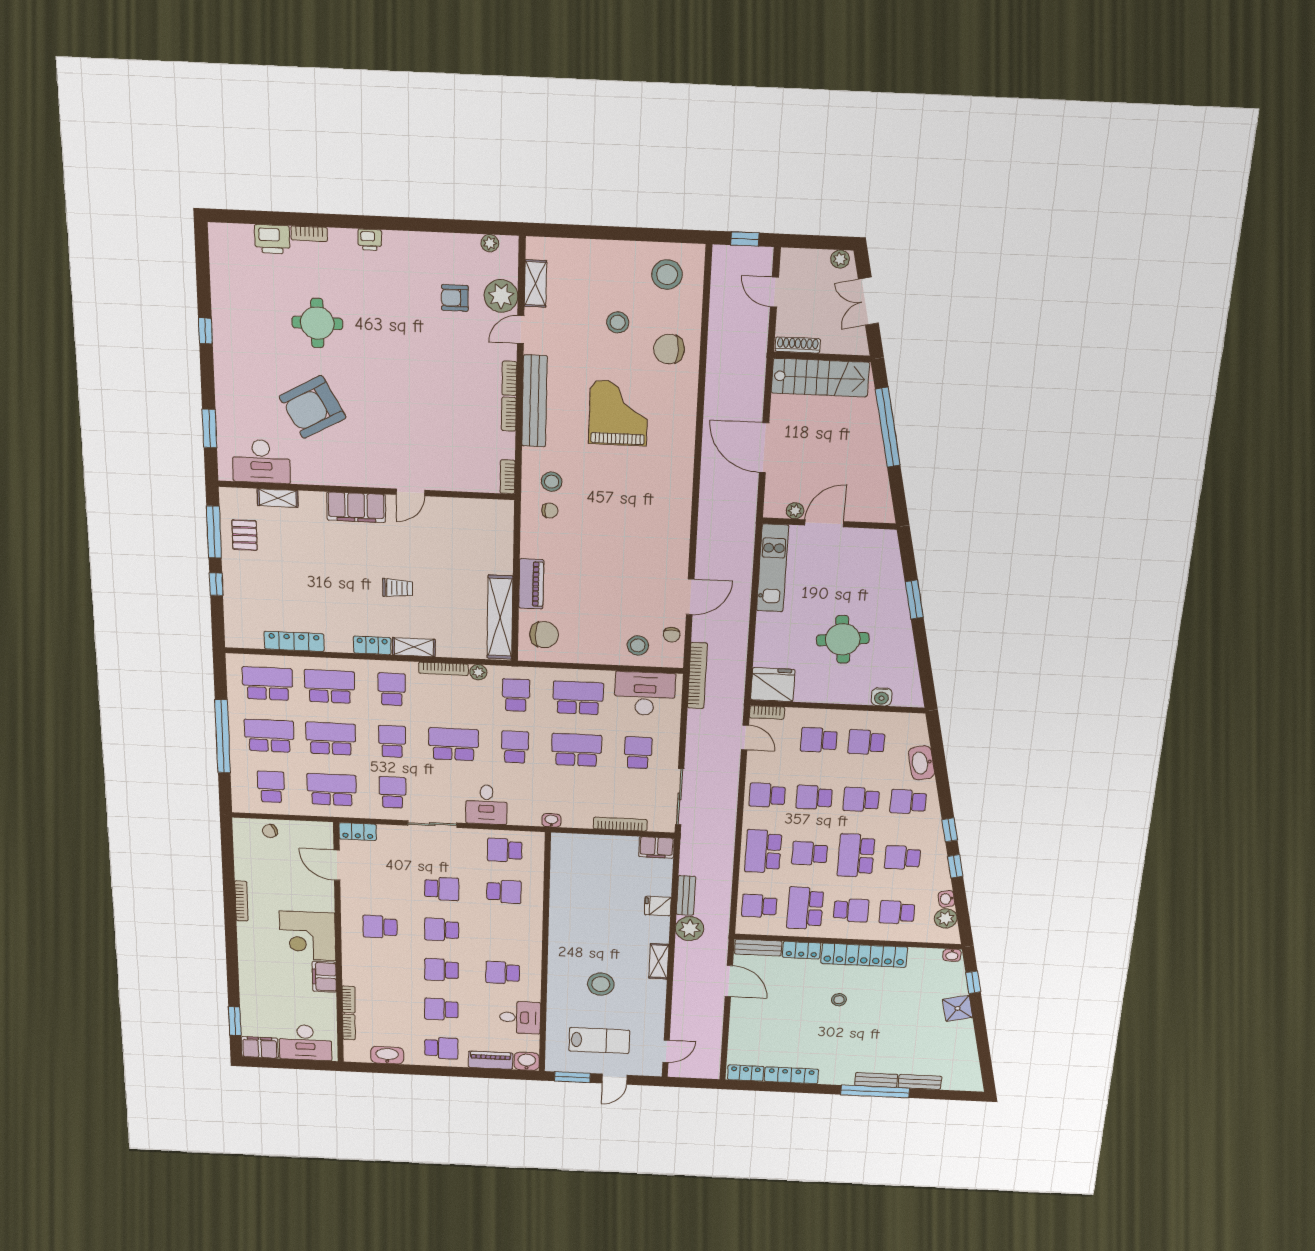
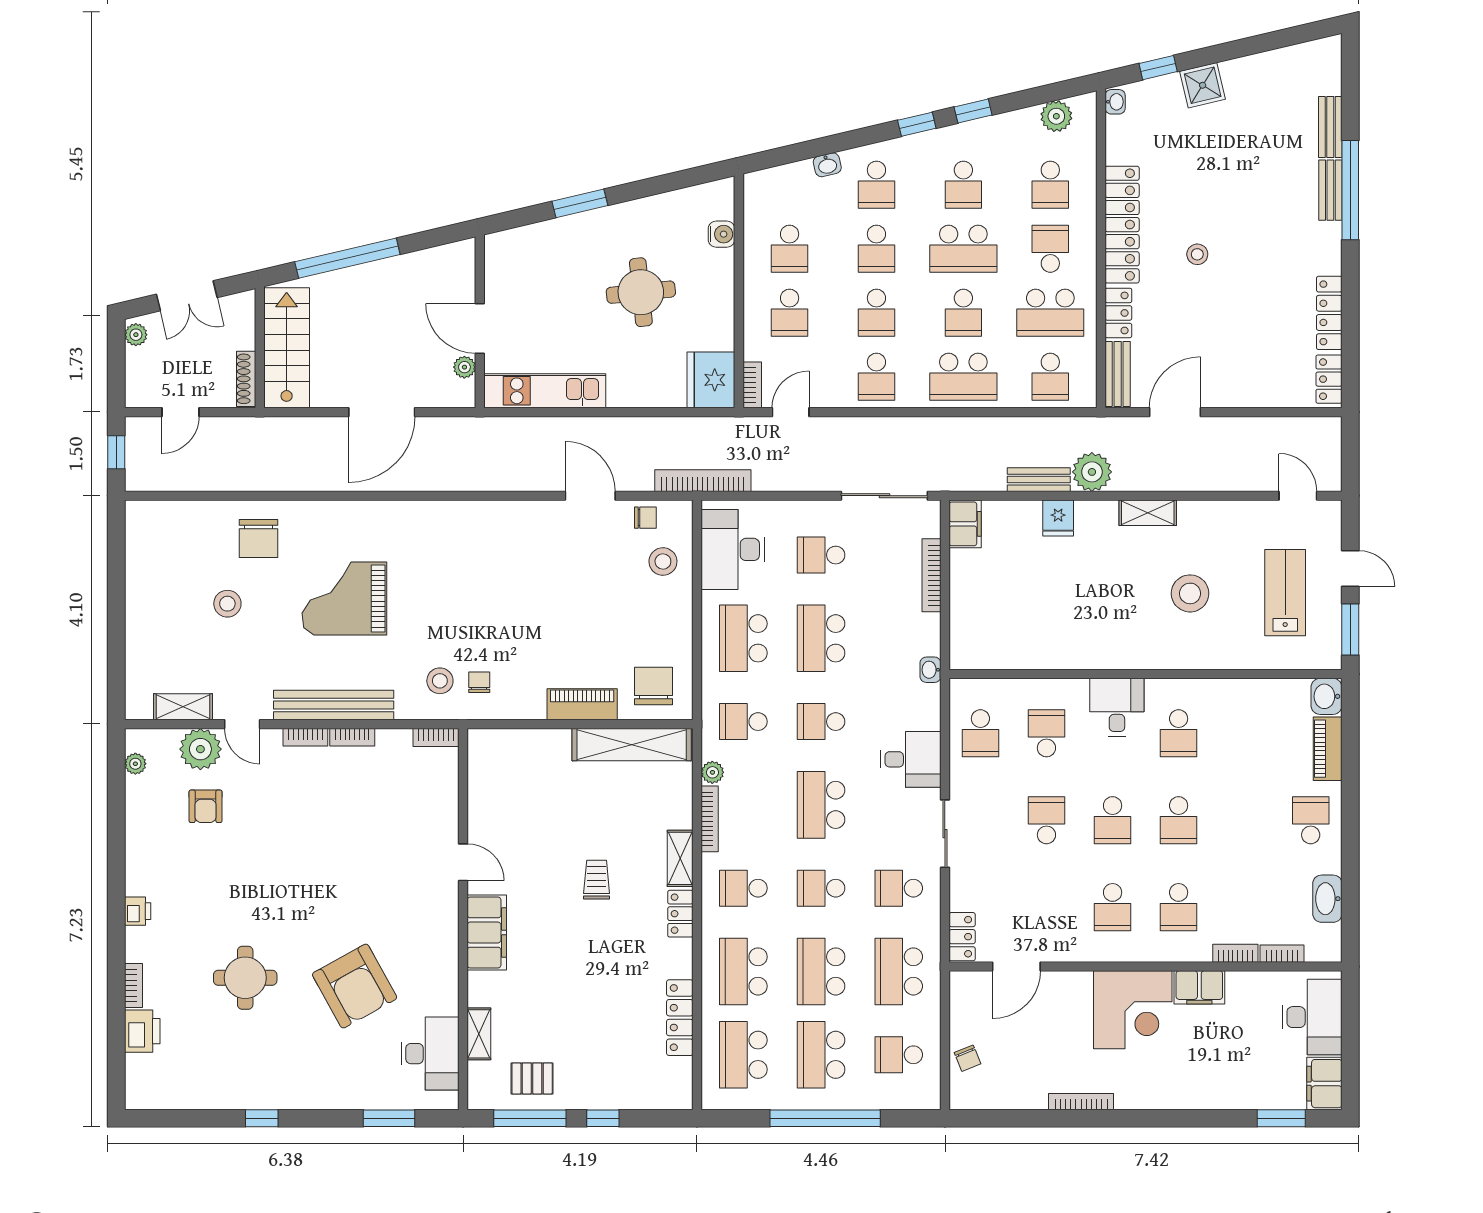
stool: (667, 275) -> (165, 545), removed
washbasin: (921, 763) -> (827, 165), width x0.52, depth x0.69
washbasin: (946, 899) -> (1025, 118), removed
school desk: (441, 1009) -> (1179, 907), moved
desk: (520, 1017) -> (1117, 707), moved

